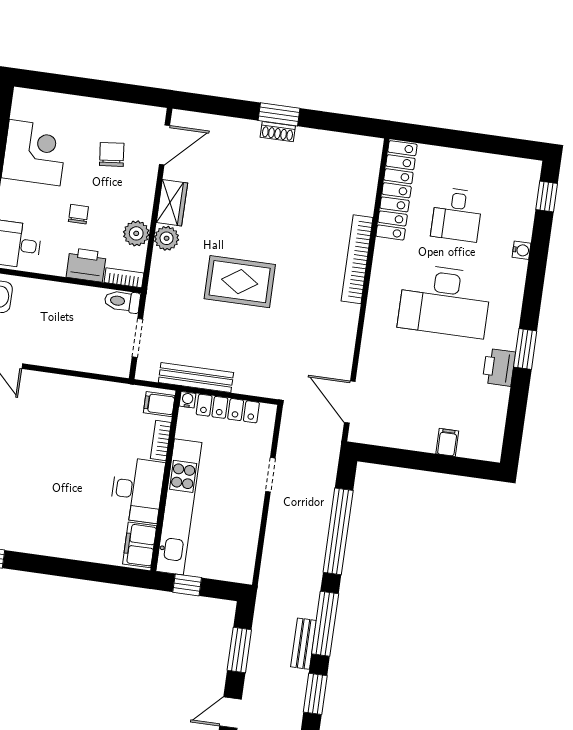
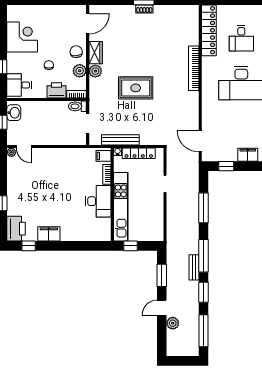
chair: (112, 154) -> (76, 52), moved
filing cabinet: (447, 442) -> (248, 155), width x2.00
window: (393, 457) -> (226, 166), added
window: (338, 531) -> (204, 208), width x0.68
filing cabinet: (140, 545) -> (49, 234), moved, turned 90

